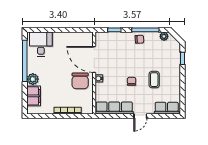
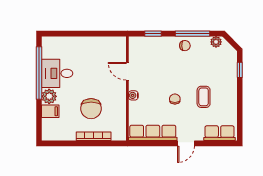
desk: (41, 44) -> (57, 73), moved, turned -90
door: (94, 59) -> (127, 71), width x0.53
chair: (80, 81) -> (91, 109), moved
filing cabinet: (34, 96) -> (50, 111), width x0.50

